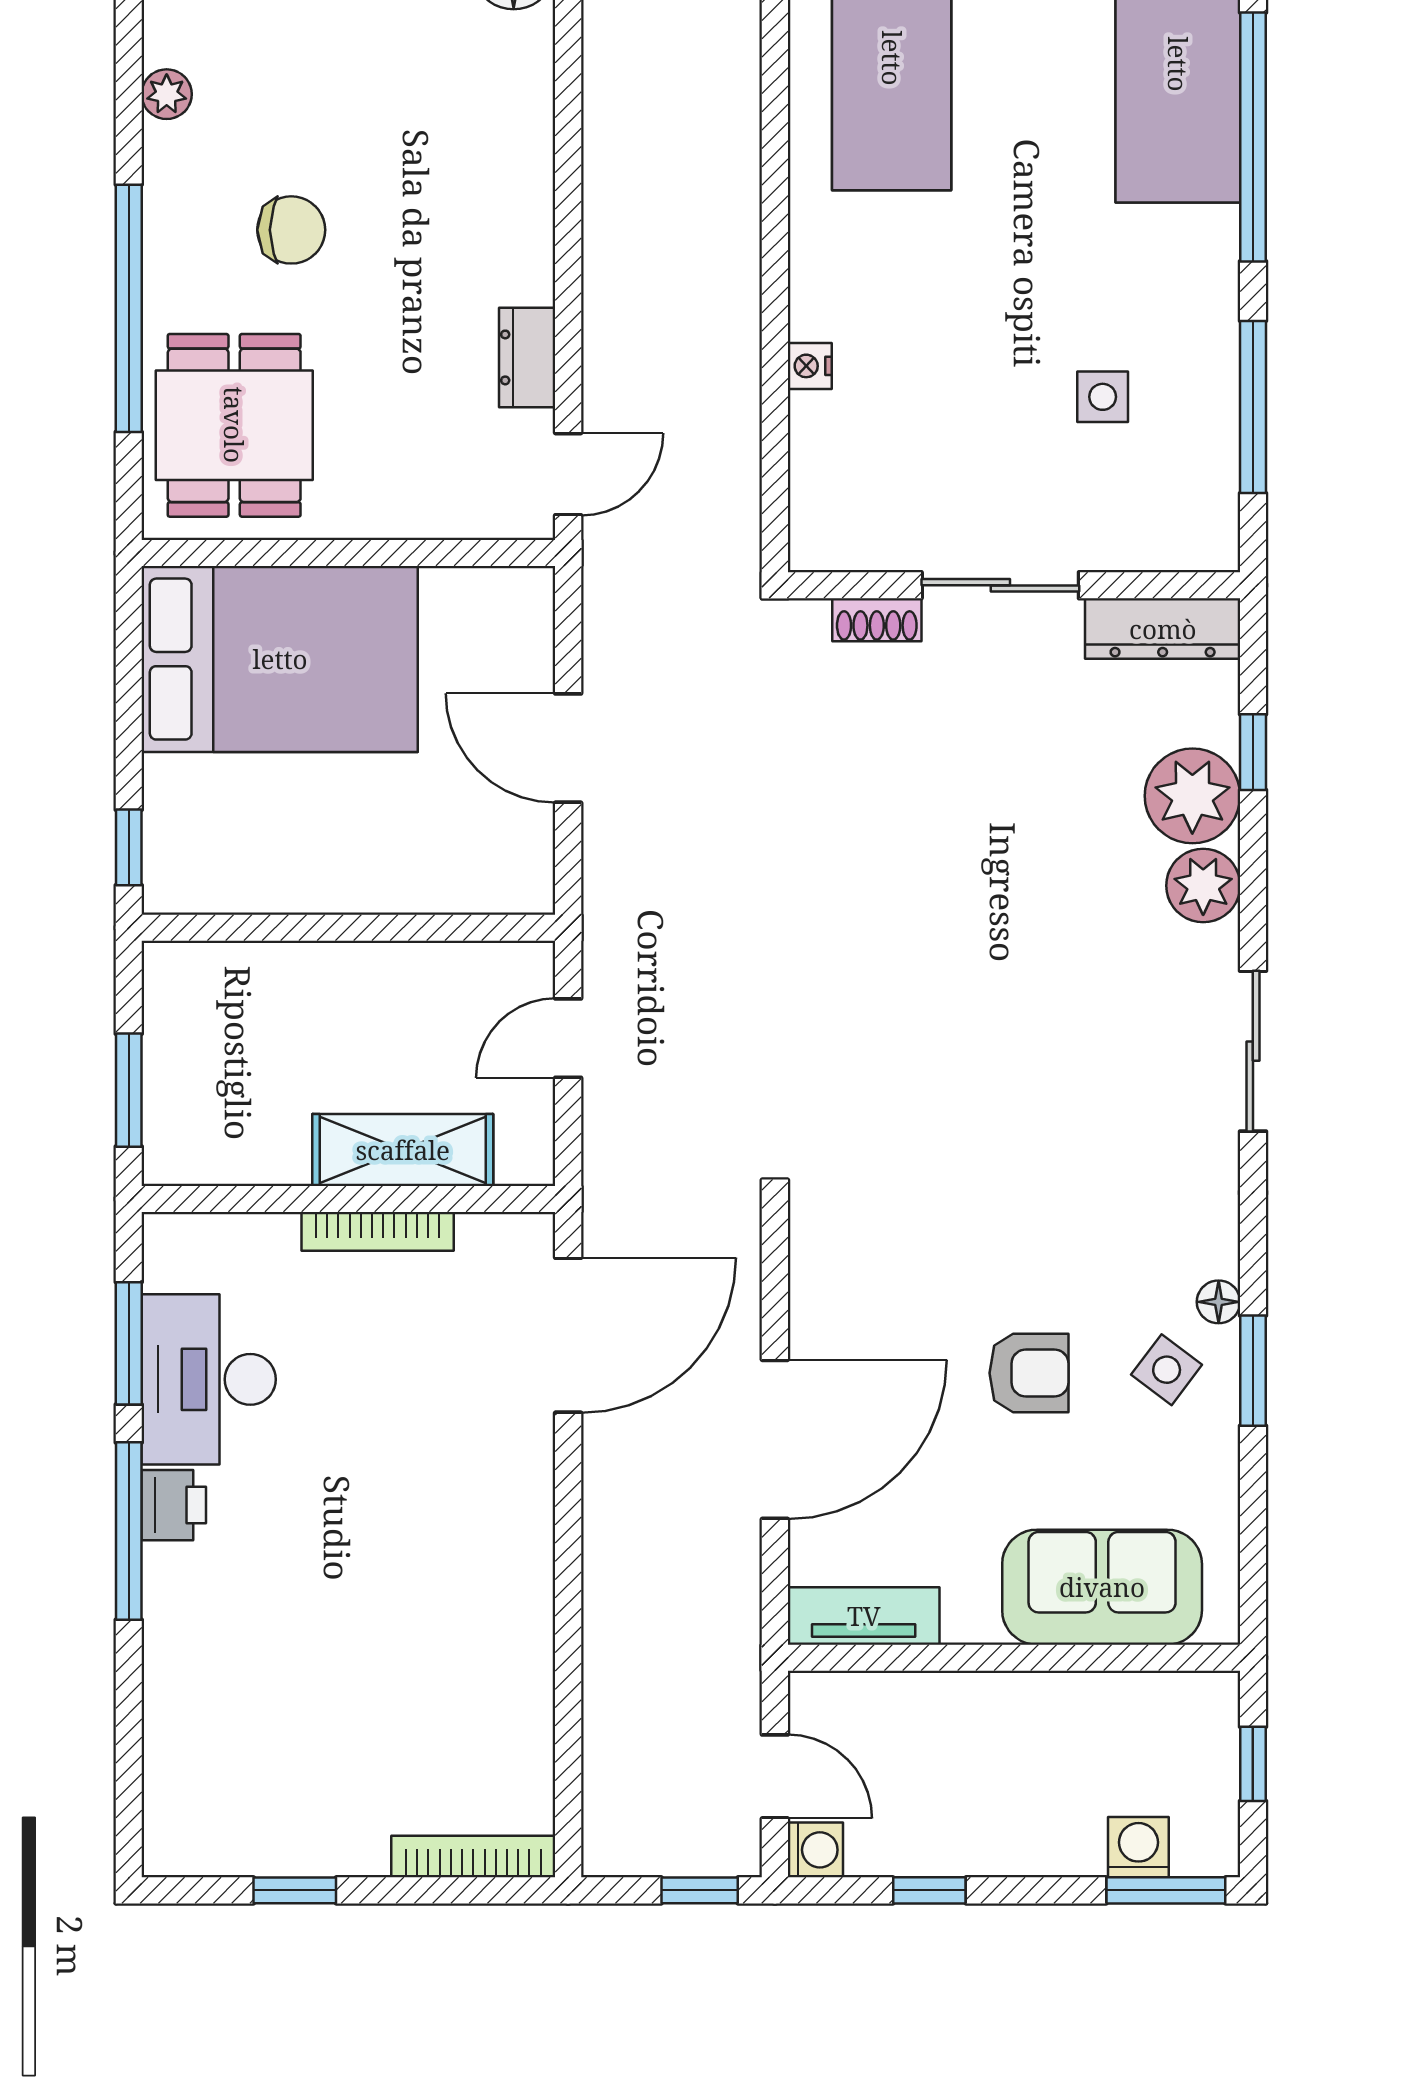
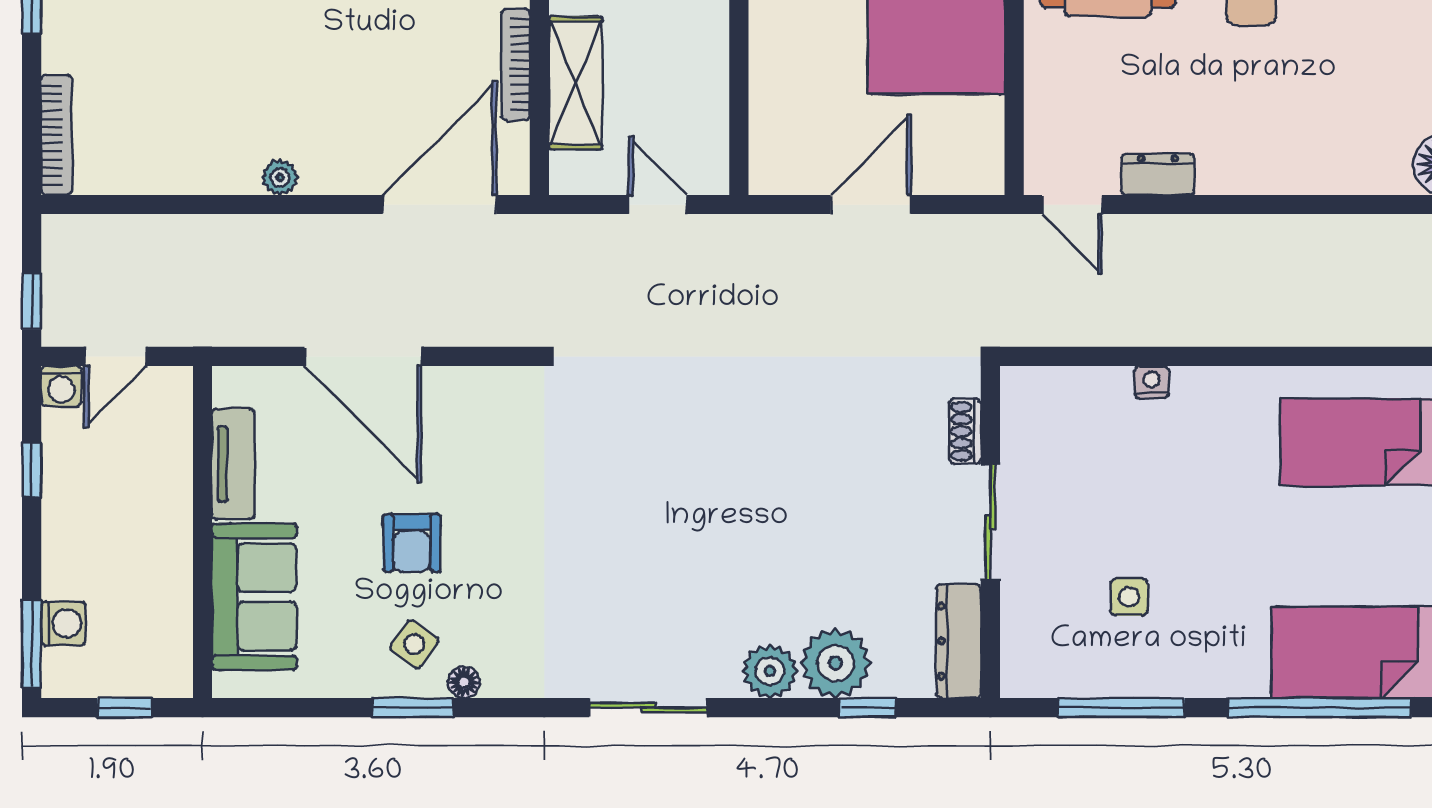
door: (568, 1335) -> (439, 205), swing flipped
plant: (531, 1552) -> (280, 177), added
tv unit: (864, 1616) -> (233, 464), moved

